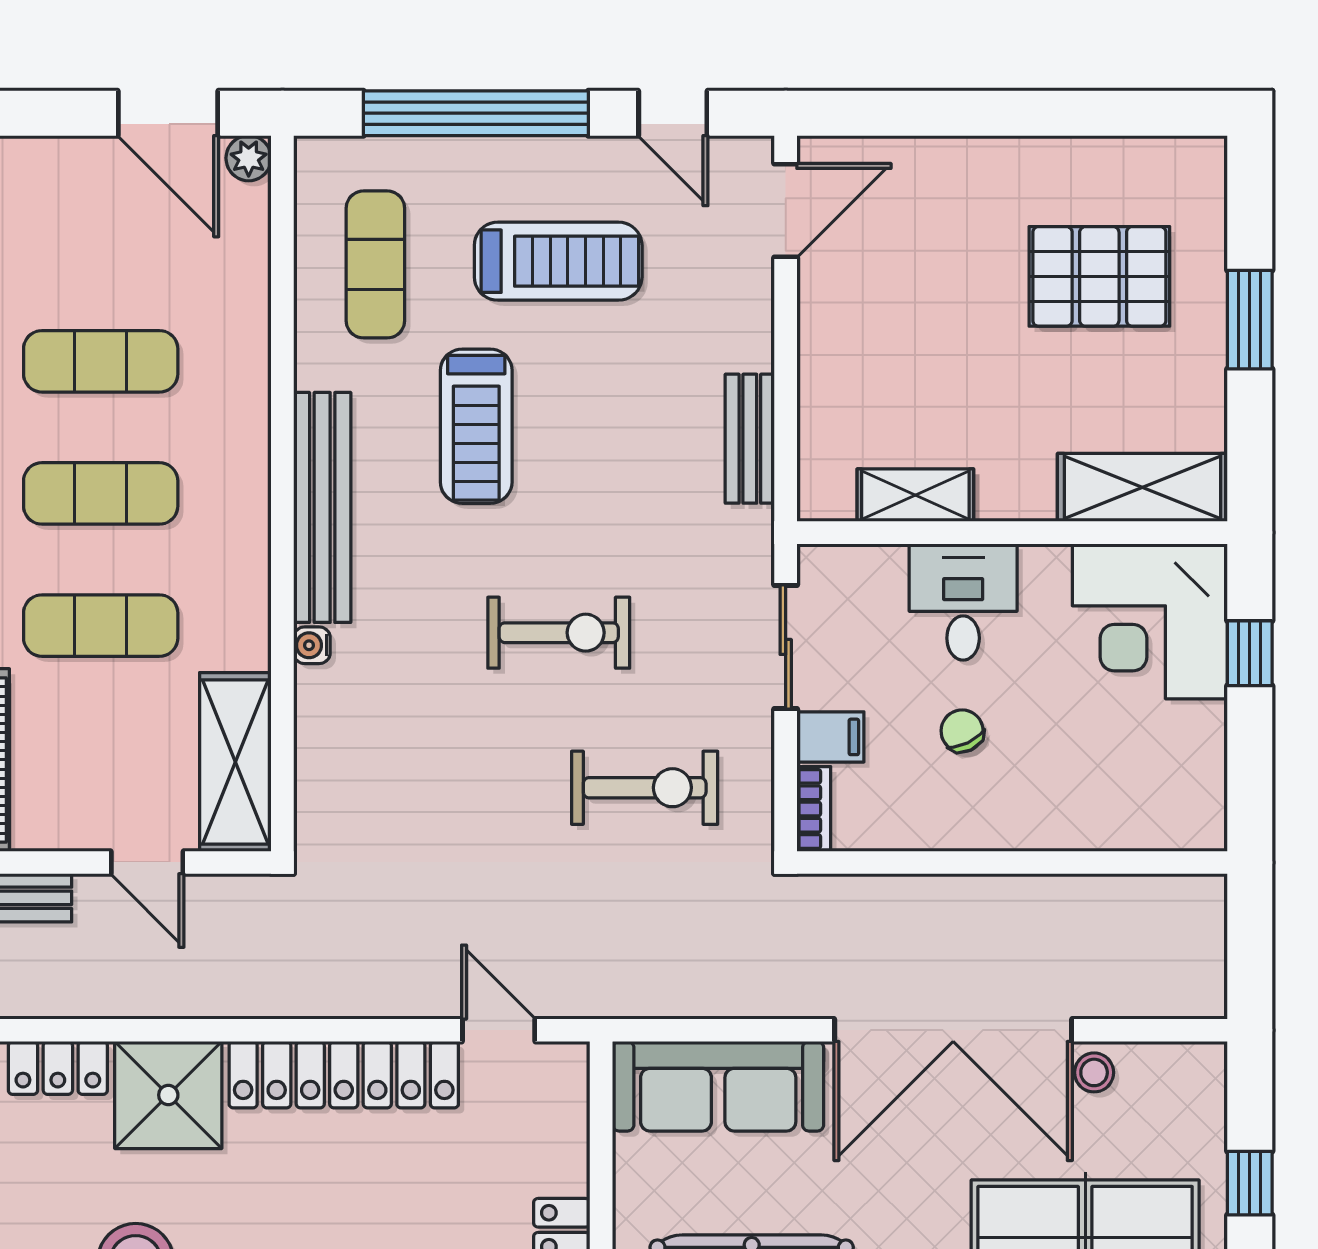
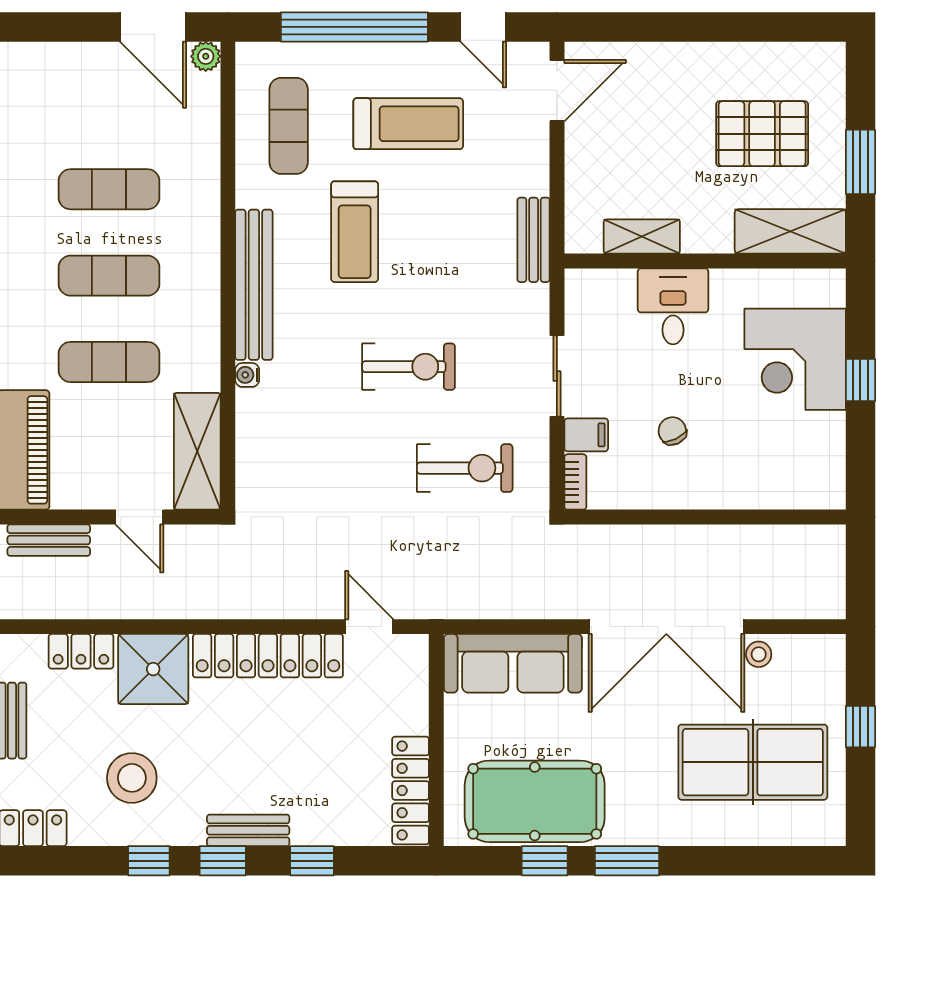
shelving: (1142, 487) -> (790, 231), moved
shelving: (915, 495) -> (642, 237), moved
wall: (1012, 533) -> (705, 261), moved
desk: (963, 602) -> (673, 306), moved

